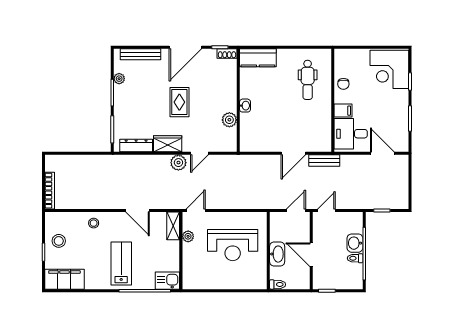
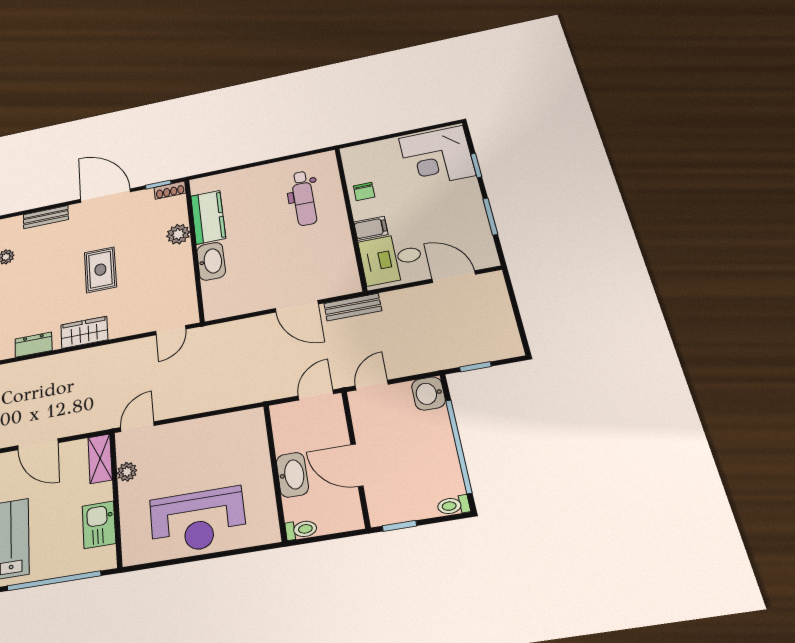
door: (185, 47) -> (105, 196), swing flipped
bench: (141, 54) -> (46, 217), width x0.73
kitchen counter: (258, 58) -> (208, 217), moved, turned -90
washbasin: (245, 106) -> (211, 261), width x1.91, depth x1.45
plant: (229, 120) -> (178, 234), moved
dresser: (136, 145) -> (34, 345), width x0.70
door: (200, 153) -> (171, 330), moved
door: (293, 153) -> (297, 306), hinge flipped
plant: (178, 163) -> (104, 357), removed
washbasin: (355, 243) -> (428, 393), moved
reception desk: (233, 245) -> (198, 520), moved
toilet: (355, 258) -> (453, 505), moved
kitchen sink: (167, 281) -> (99, 525), moved, turned -90

